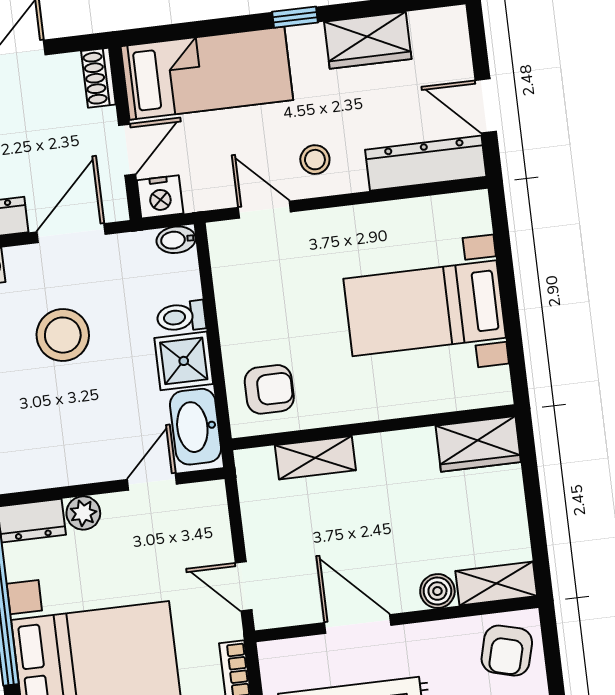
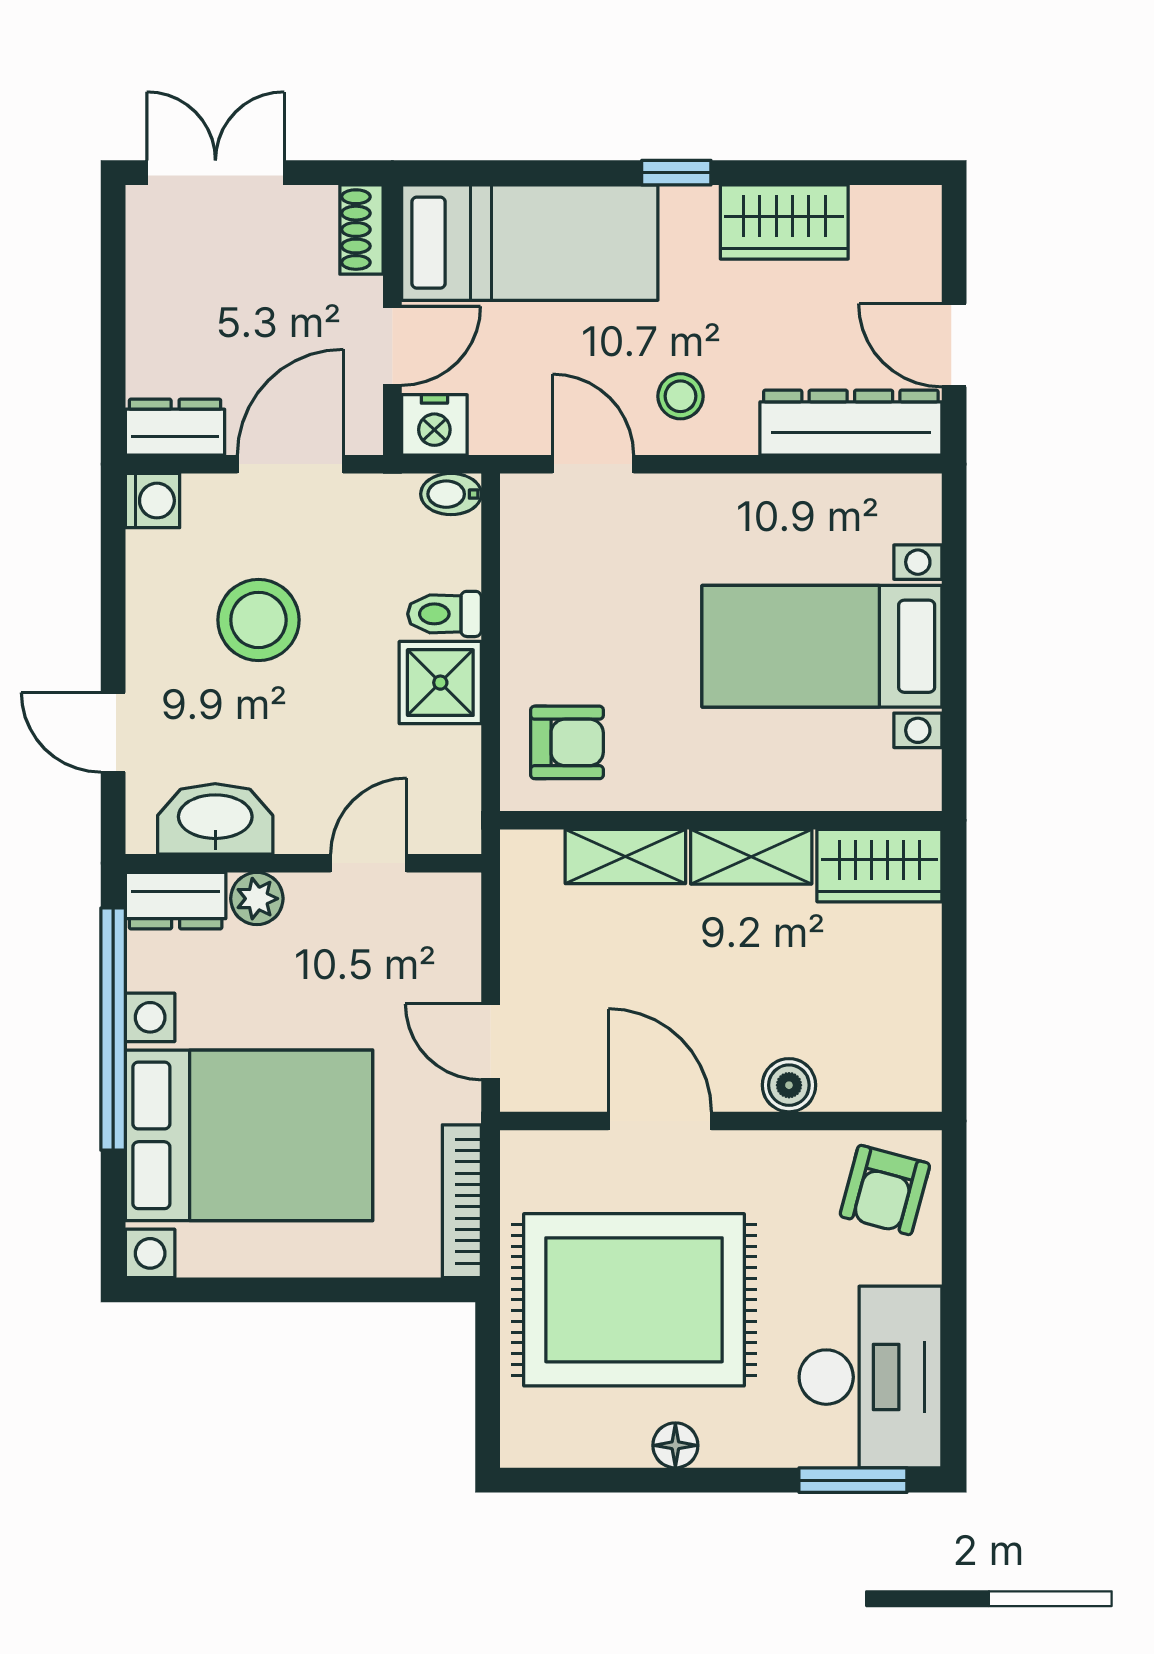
washbasin: (196, 427) -> (215, 819), moved, turned 90
shelving: (496, 584) -> (751, 857), moved

